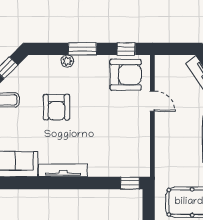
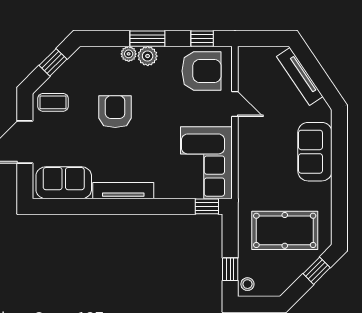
plant: (82, 63) -> (148, 56), added
armchair: (56, 107) -> (115, 112), turned 180
corner sofa: (129, 148) -> (206, 163), added

